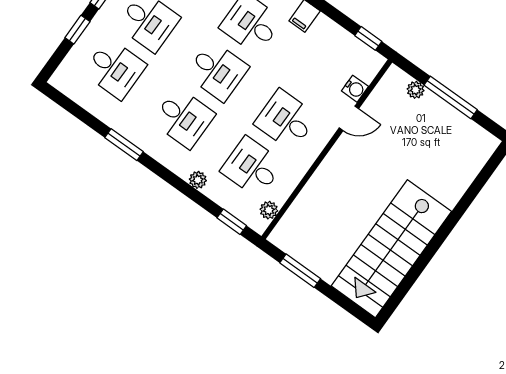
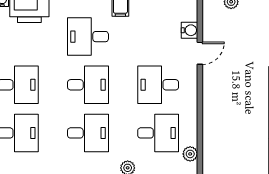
desk: (252, 167) -> (158, 133), turned 180

